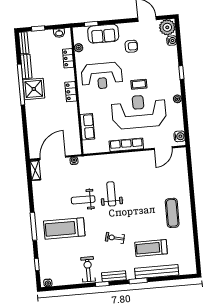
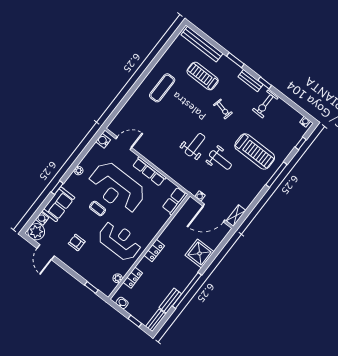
sofa: (103, 34) -> (58, 204), moved, turned 90
shower: (34, 89) -> (200, 253), moved
row of seats: (87, 127) -> (175, 201), moved
weight bench: (111, 194) -> (195, 145), turned 180
treadmill: (151, 248) -> (203, 76), turned 180
bench: (157, 272) -> (202, 44), moved

